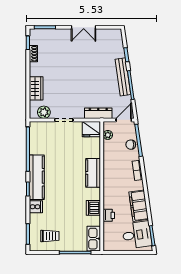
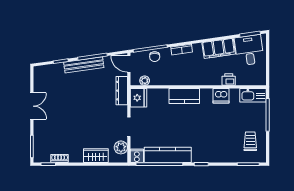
kitchen counter: (37, 177) -> (168, 155), moved
cooker: (36, 207) -> (137, 156), moved

